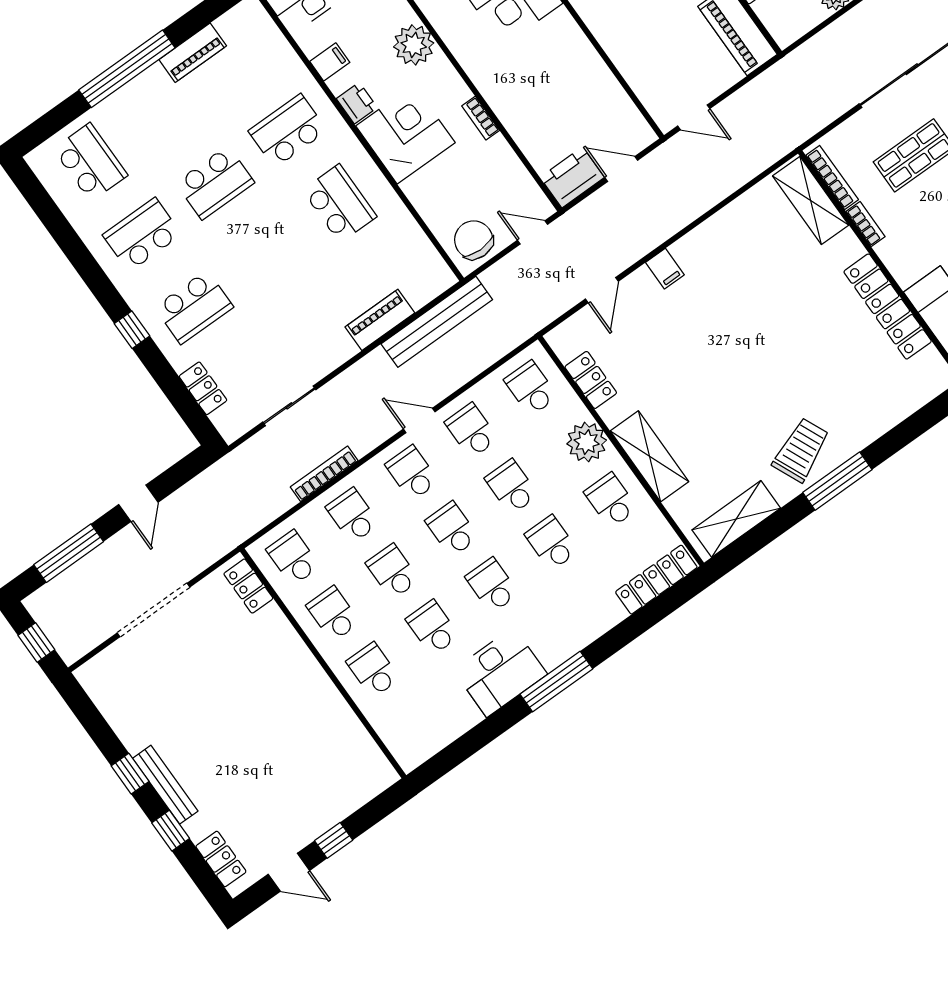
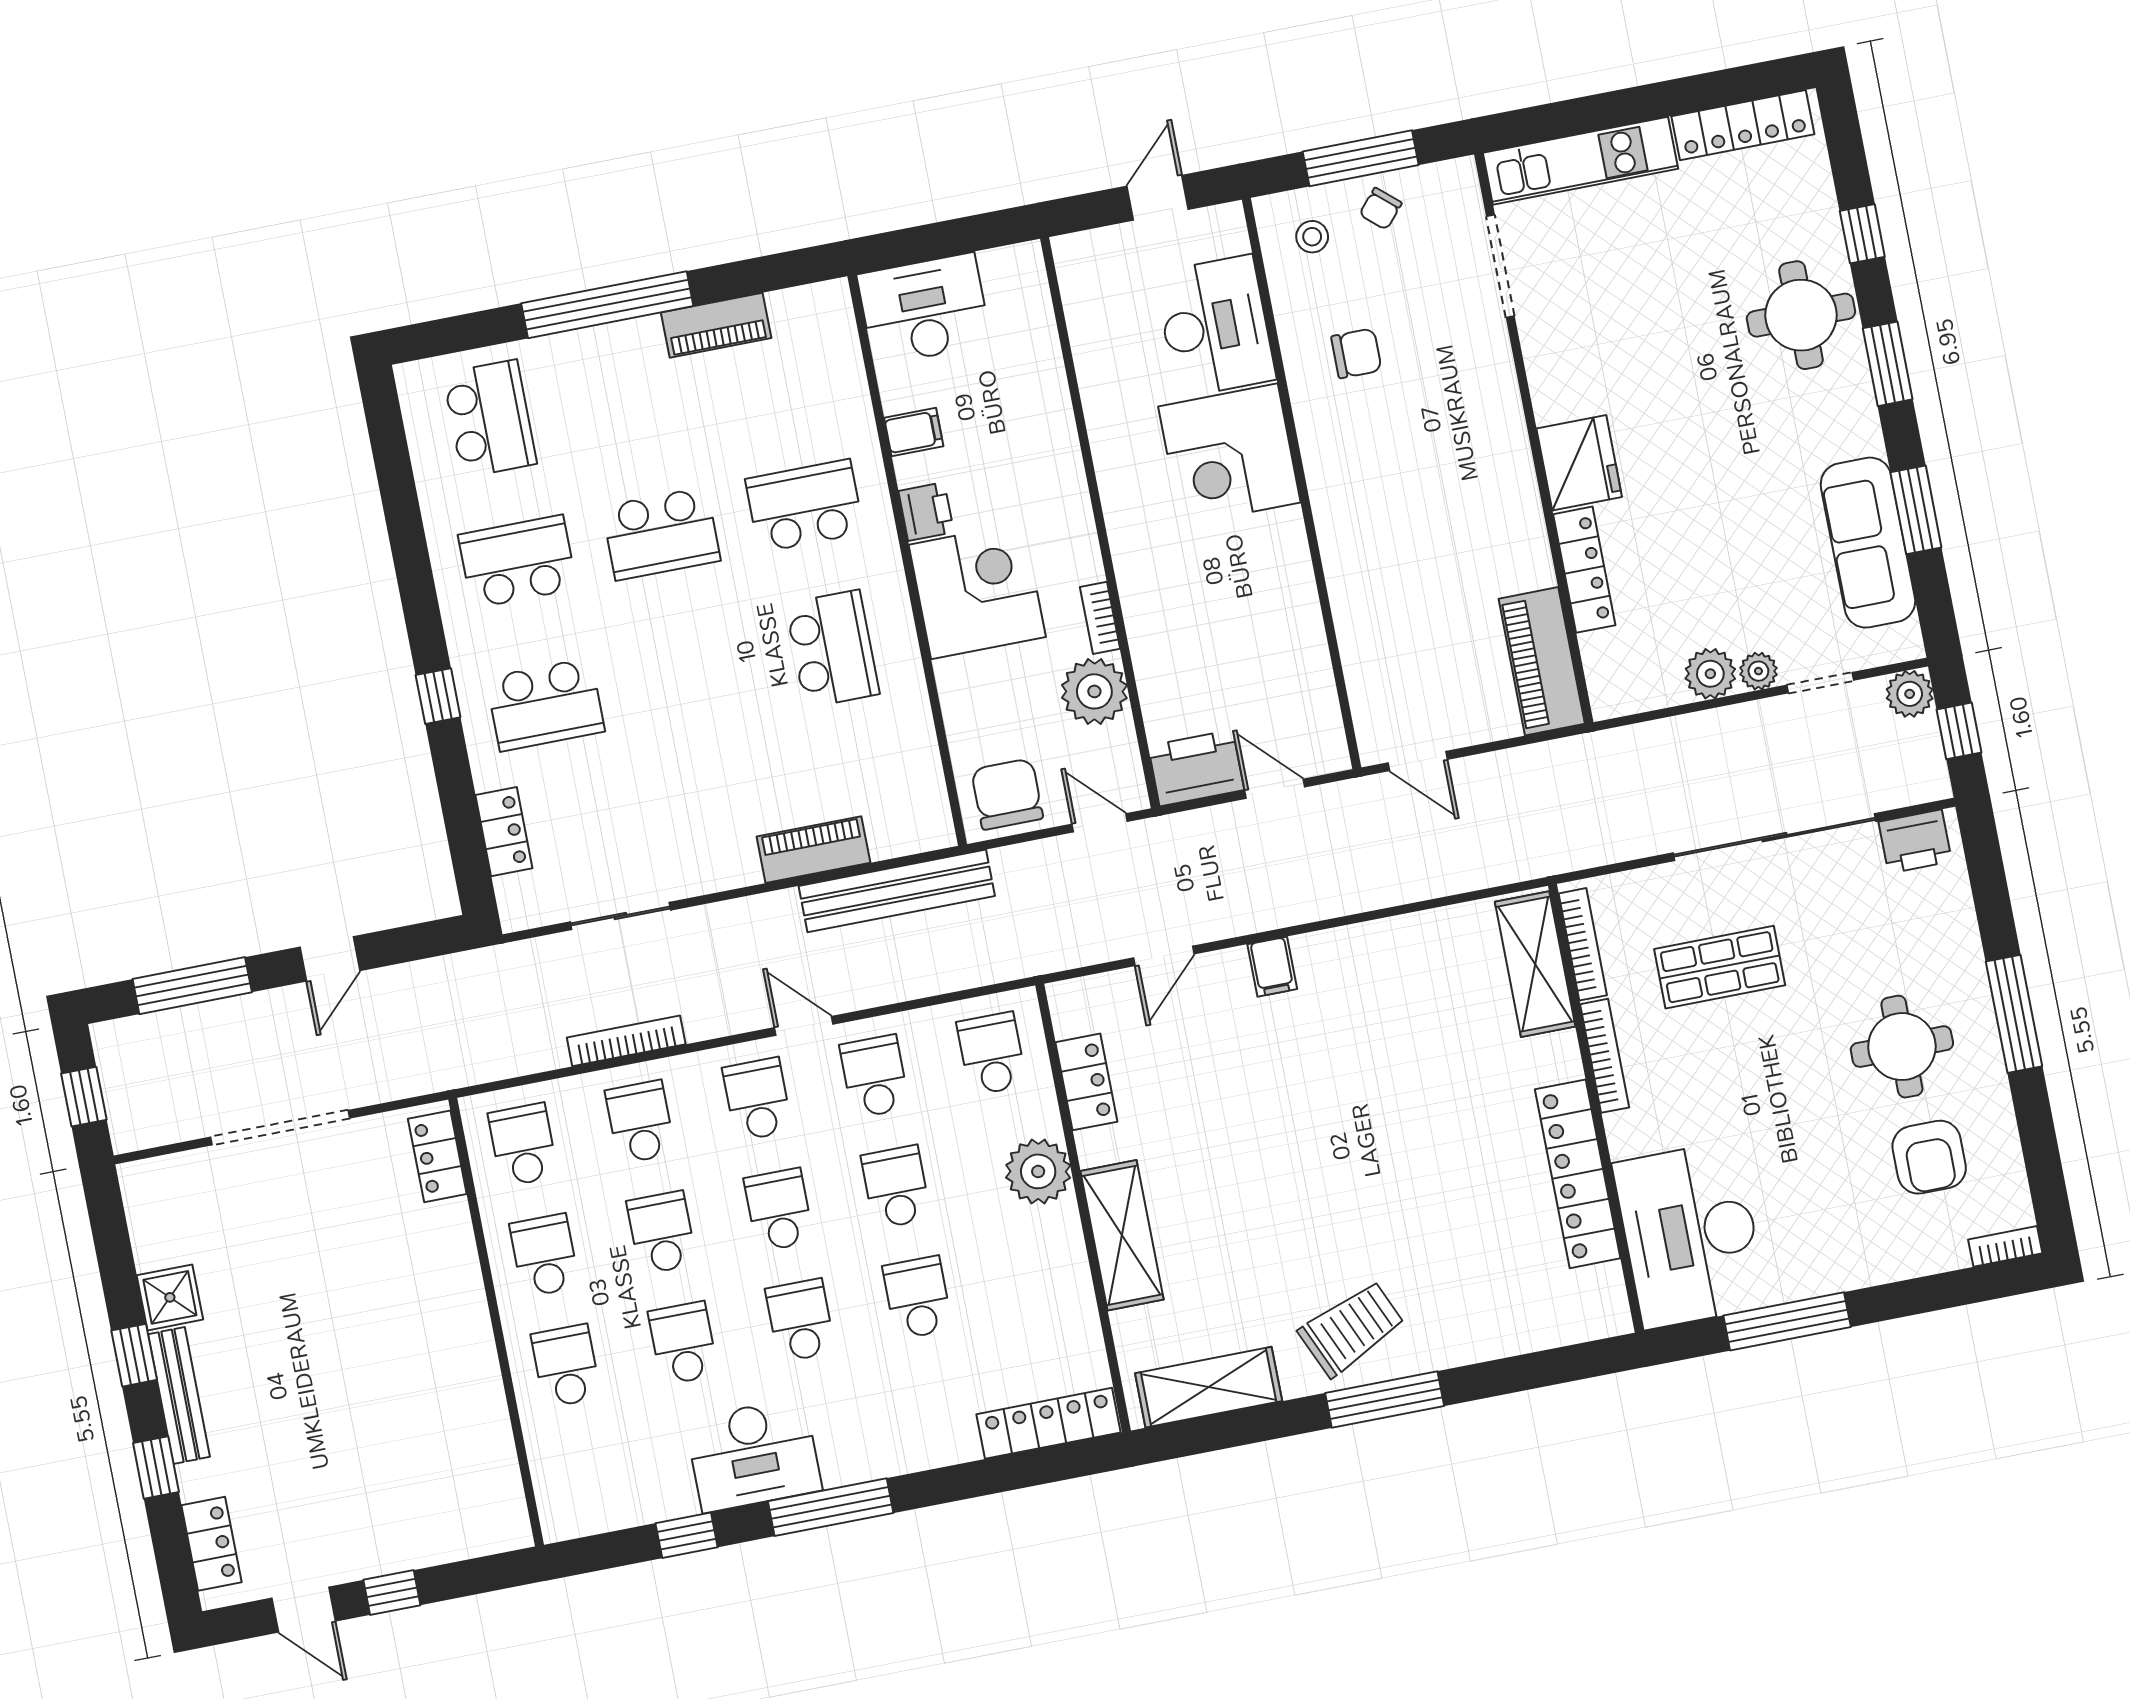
plant: (414, 45) -> (1094, 691), moved
bookcase: (866, 224) -> (1605, 1056), width x1.56
school desk: (611, 500) -> (1035, 1275), removed
shower: (135, 732) -> (170, 1297), added
window: (483, 734) -> (687, 1535), added

